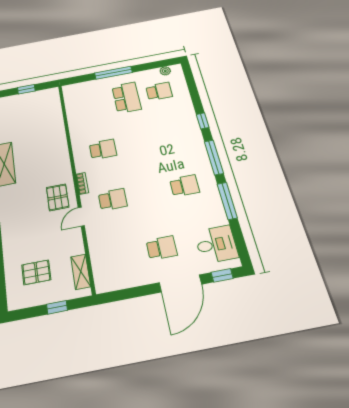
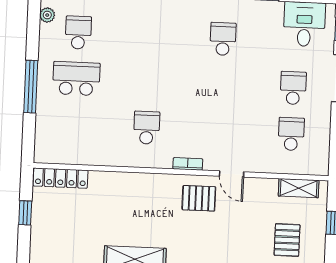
locker: (54, 104) -> (60, 178), added
school desk: (113, 200) -> (291, 134), moved

